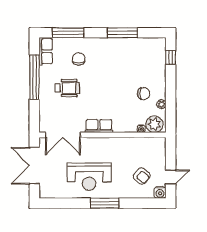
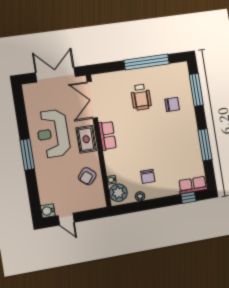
row of seats: (46, 51) -> (193, 185), moved, turned 180
rug: (99, 147) -> (86, 139), added
armchair: (142, 176) -> (87, 176), moved

